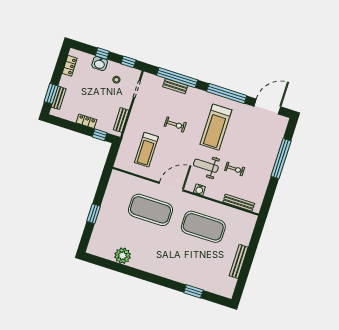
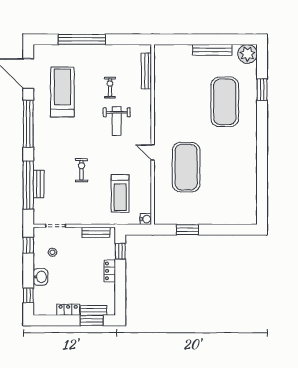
window: (102, 54) -> (28, 295), moved
locker: (70, 66) -> (68, 310), moved
treadmill: (216, 127) -> (62, 92), moved, turned -90
treadmill: (146, 150) -> (120, 193), turned 90
door: (171, 187) -> (153, 152), width x0.53
water cooler: (199, 190) -> (146, 219), moved
window: (94, 214) -> (187, 230), moved
exercise mat: (203, 227) -> (225, 102), moved
plant: (123, 256) -> (247, 54), moved

